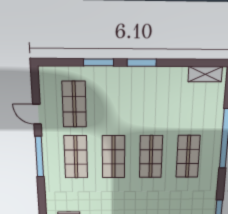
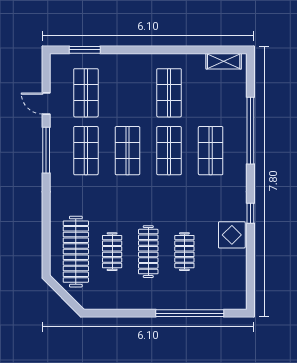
window: (99, 62) -> (85, 50), moved
window: (142, 63) -> (157, 50), removed
shop shelf: (152, 104) -> (169, 93), added

